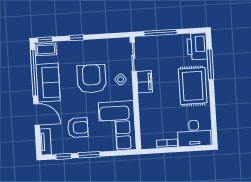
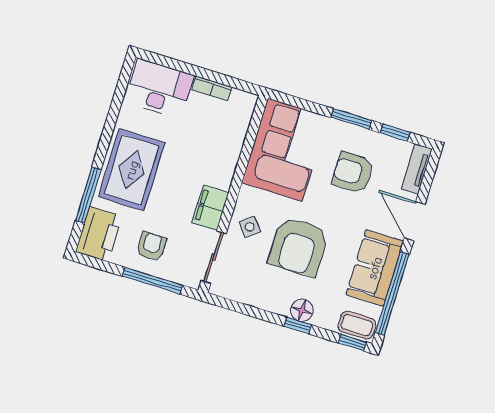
floor lamp: (77, 46) -> (302, 310), added
armchair: (168, 50) -> (151, 246), added

